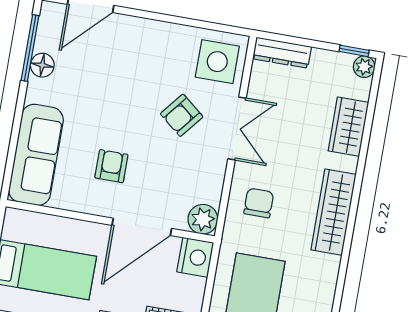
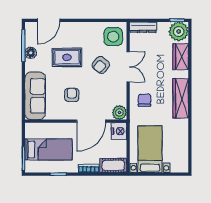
plant: (364, 67) -> (179, 31), width x1.88, depth x1.88
rug: (115, 87) -> (67, 57), added

